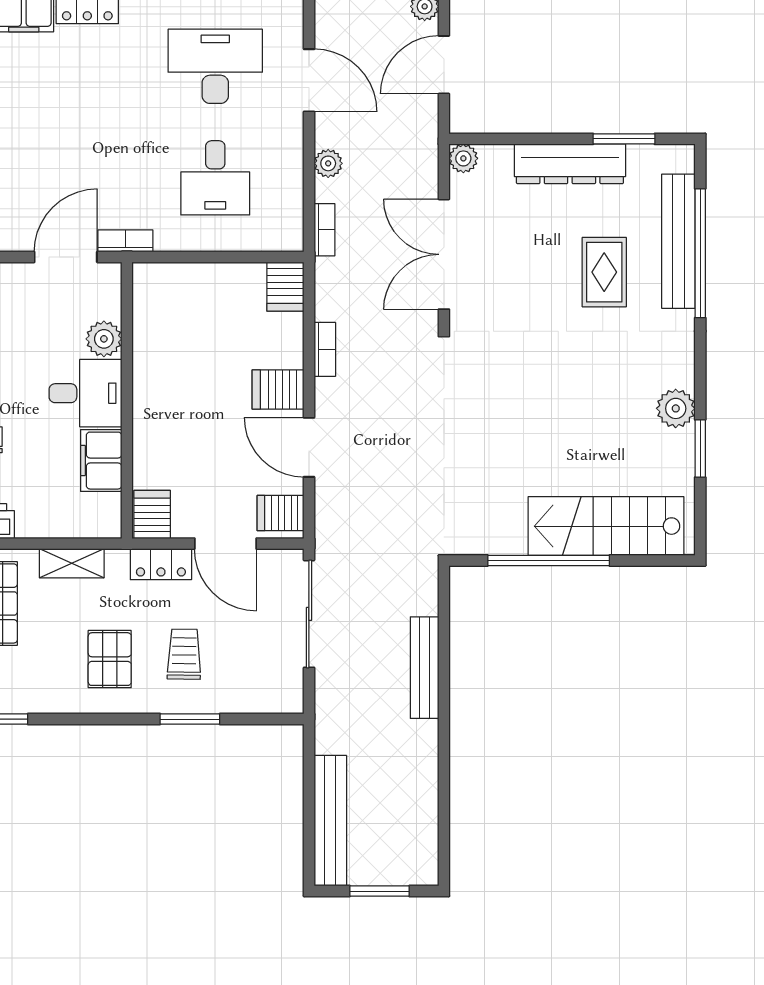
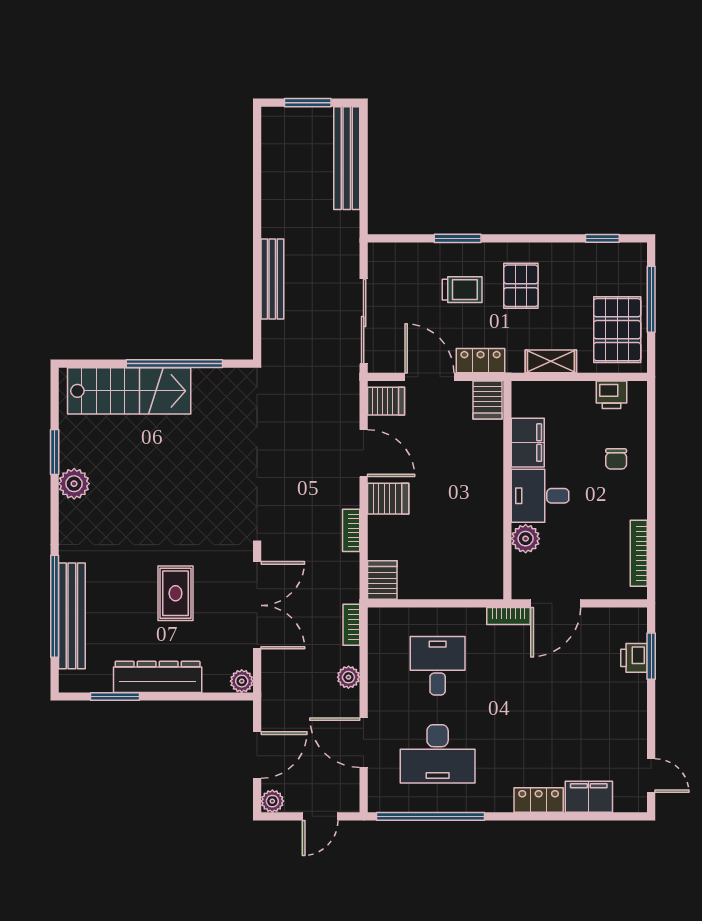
rug: (604, 272) -> (175, 593), moved
trolley: (184, 654) -> (462, 290), turned -91

